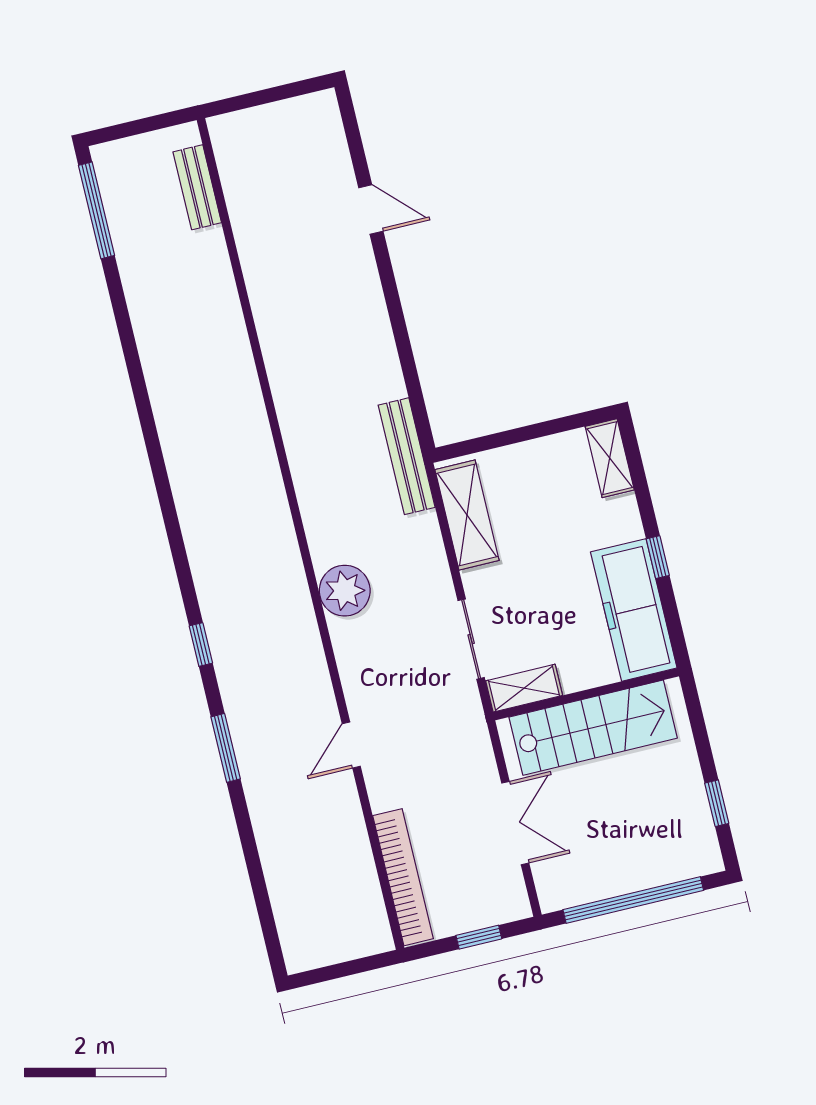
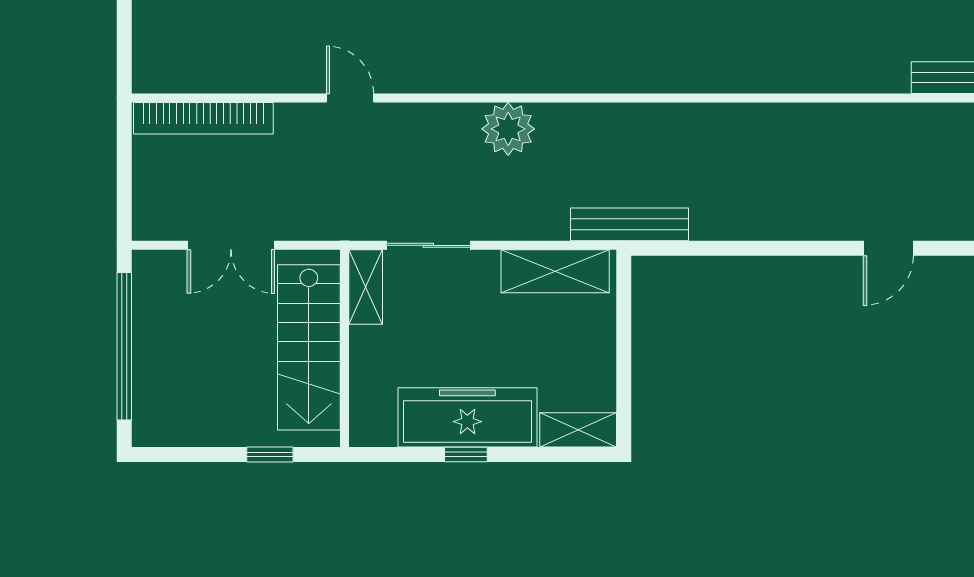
freezer: (634, 610) -> (467, 417), moved
window: (717, 803) -> (270, 454), moved
window: (479, 937) -> (124, 181), removed

